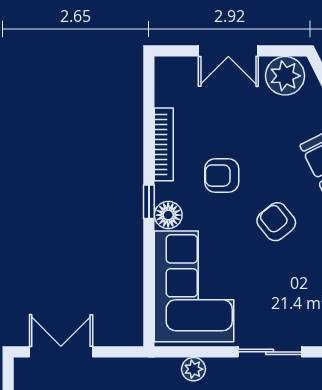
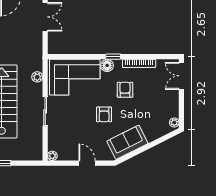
double door: (228, 51) -> (181, 76), moved
plant: (285, 76) -> (174, 123), width x0.53, depth x0.53
armchair: (276, 222) -> (104, 114), turned 129

